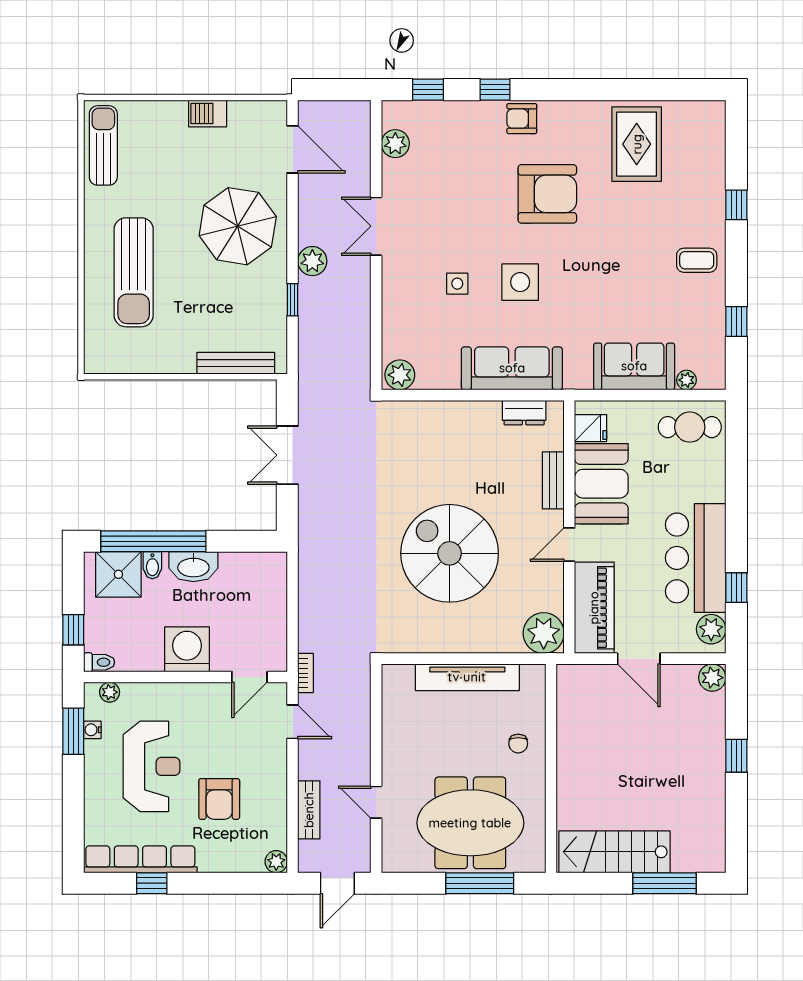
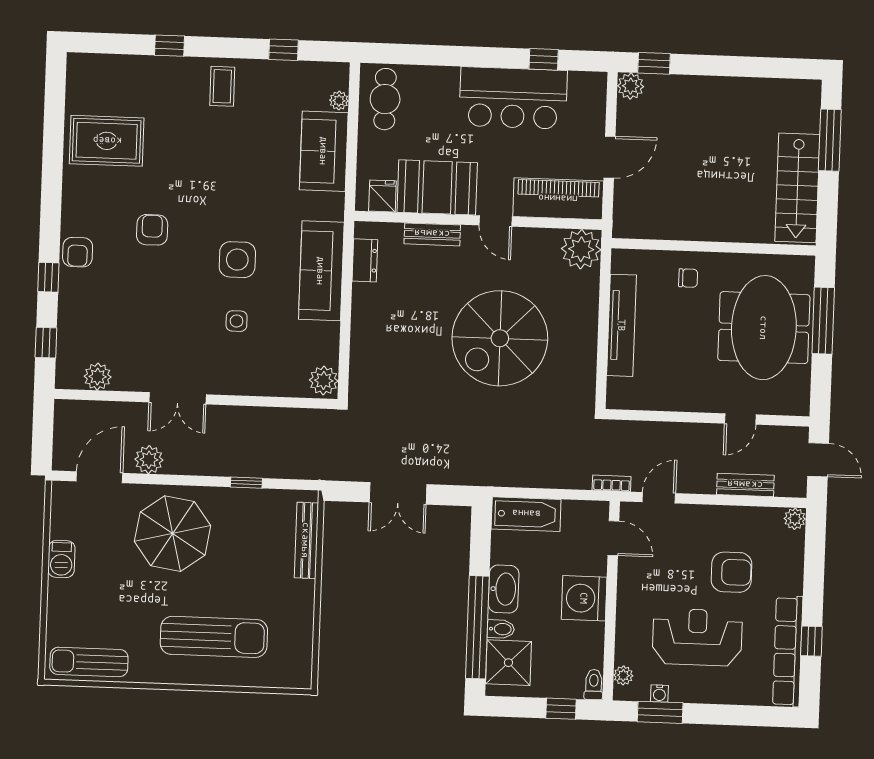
armchair: (547, 194) -> (152, 230), width x0.53, depth x0.53
plant: (312, 261) -> (149, 460), moved
bathtub: (271, 587) -> (526, 514), added
plant: (711, 629) -> (583, 85), removed
window: (736, 756) -> (654, 63), moved

